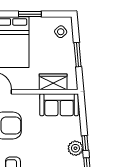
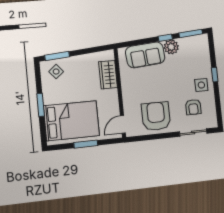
window: (78, 55) -> (57, 56), moved
sofa: (59, 105) -> (145, 55), moved, turned 85

